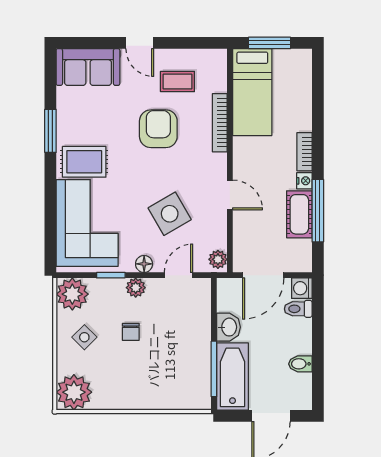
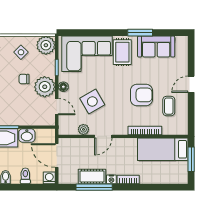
sofa: (88, 67) -> (156, 47), moved, turned -90
plant: (218, 259) -> (83, 129), moved
plant: (136, 288) -> (45, 87), width x1.87, depth x1.87
toilet: (298, 309) -> (25, 176), moved

